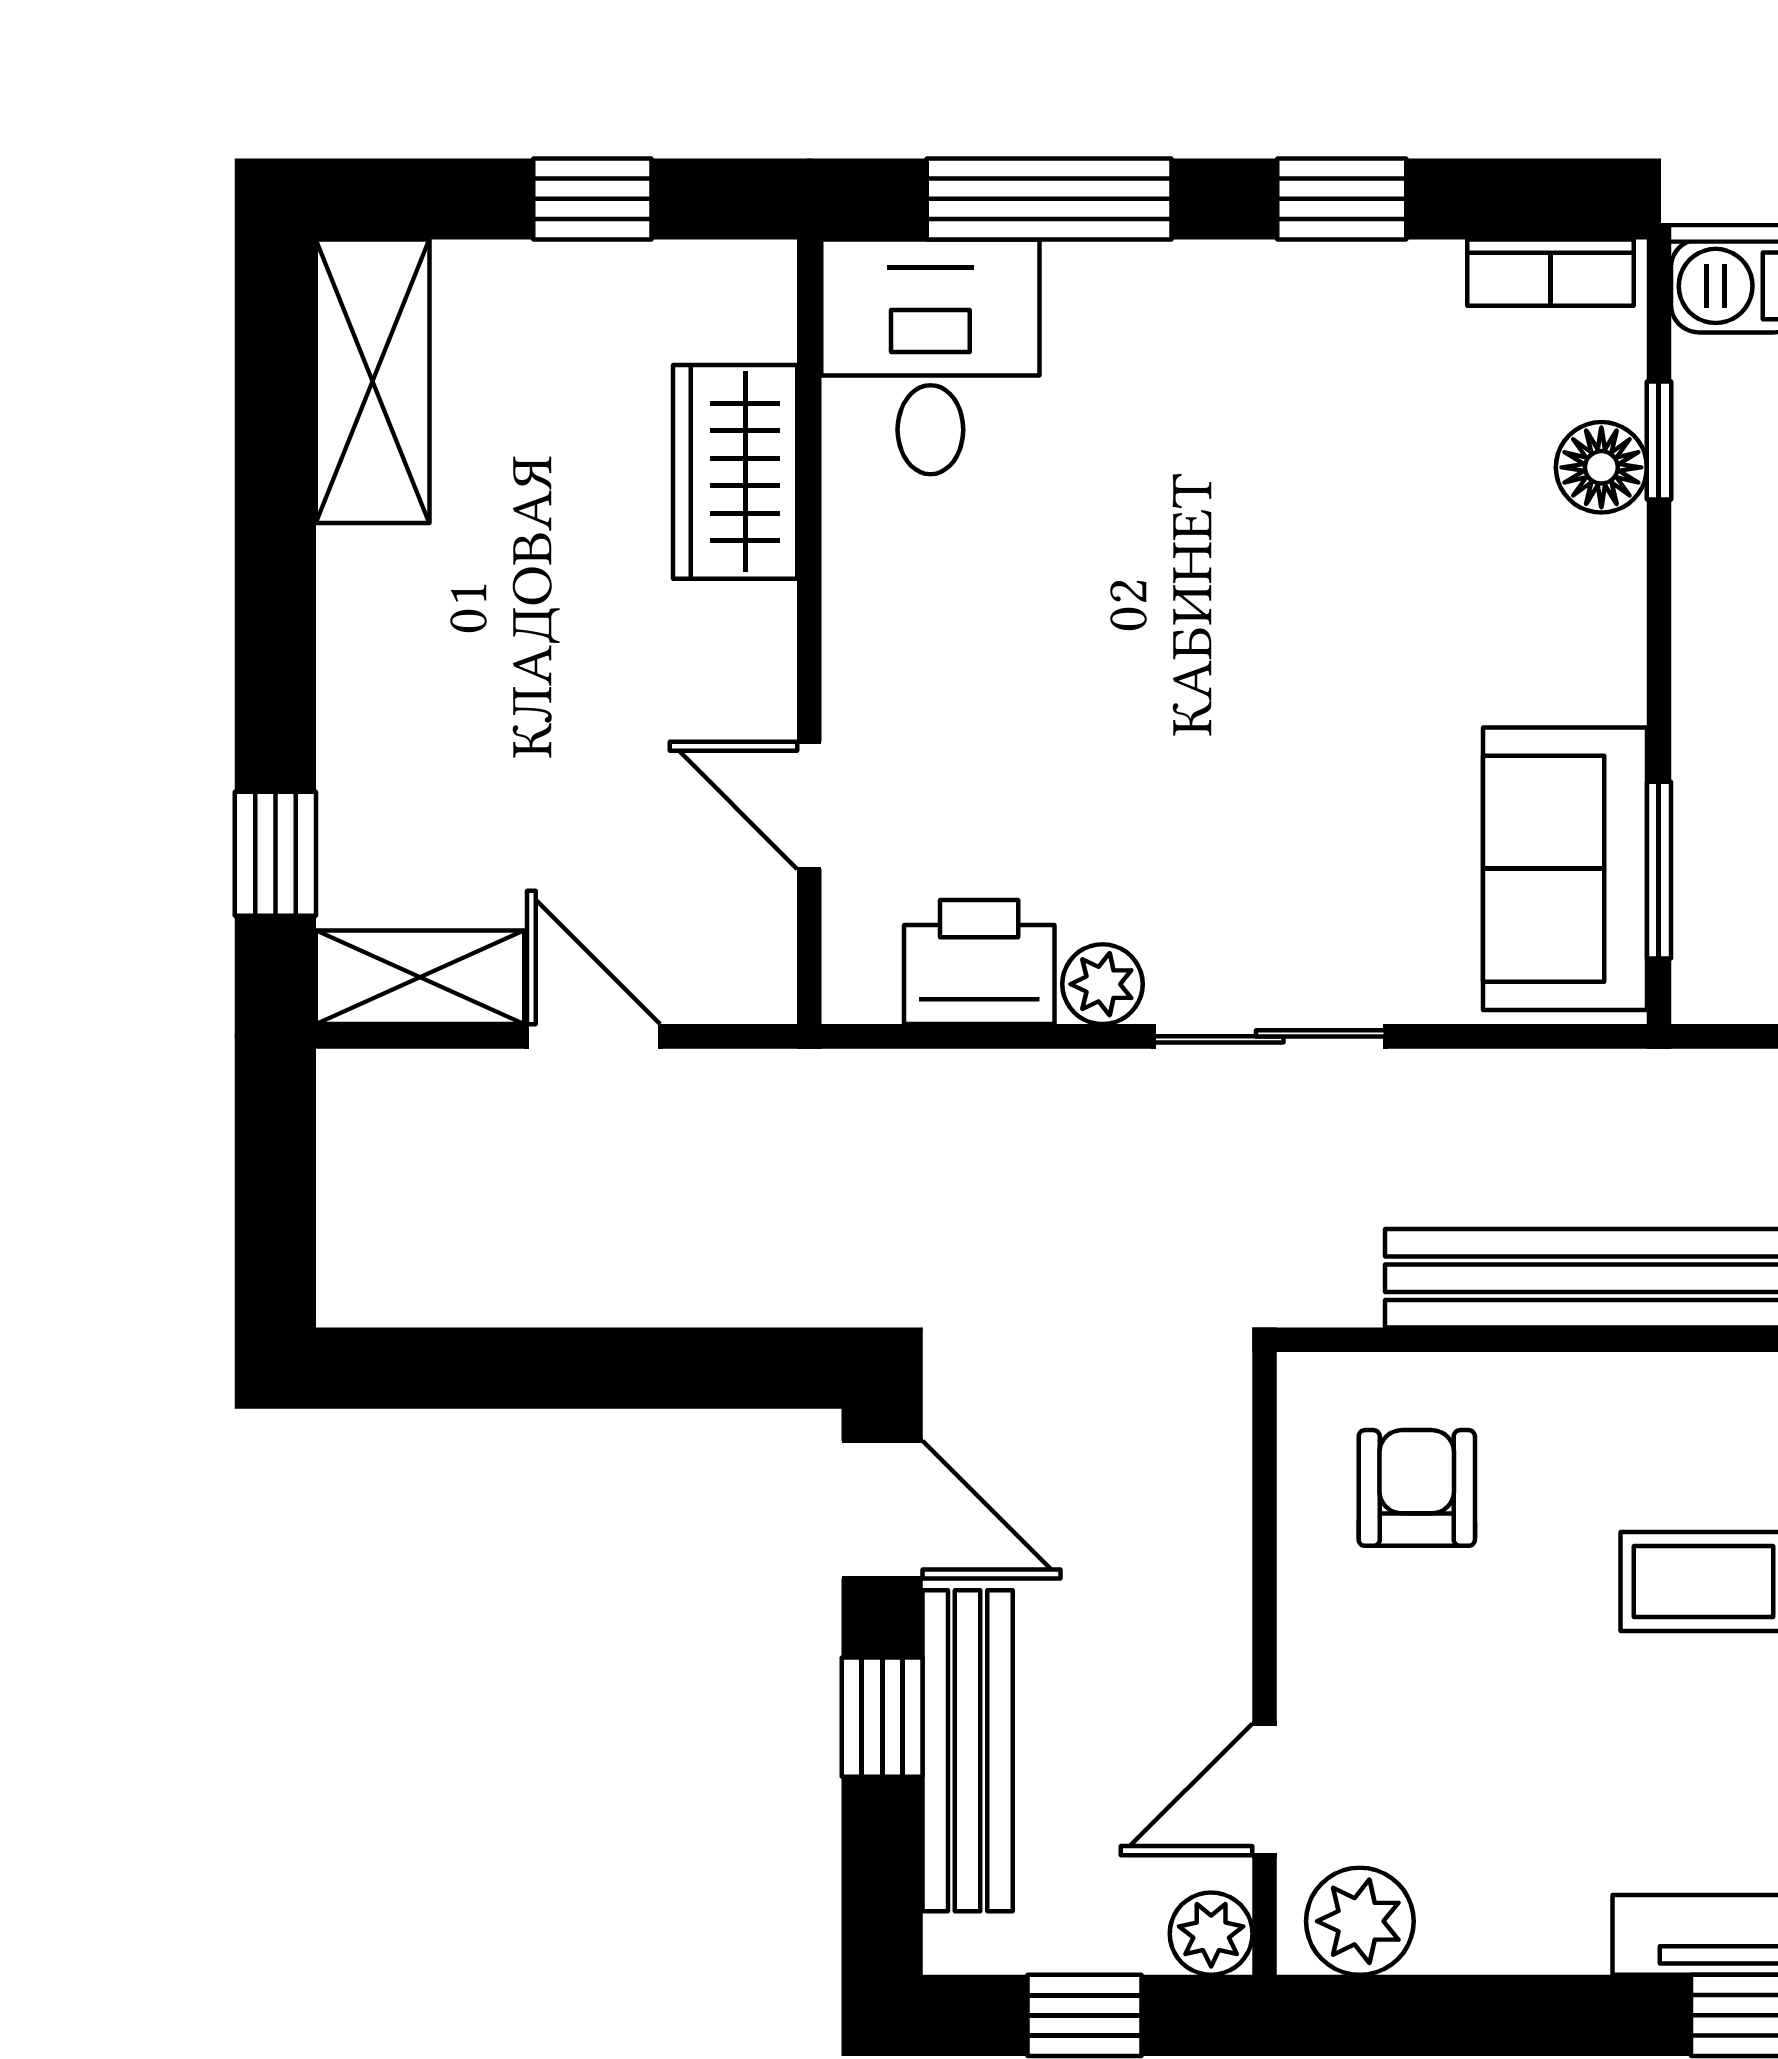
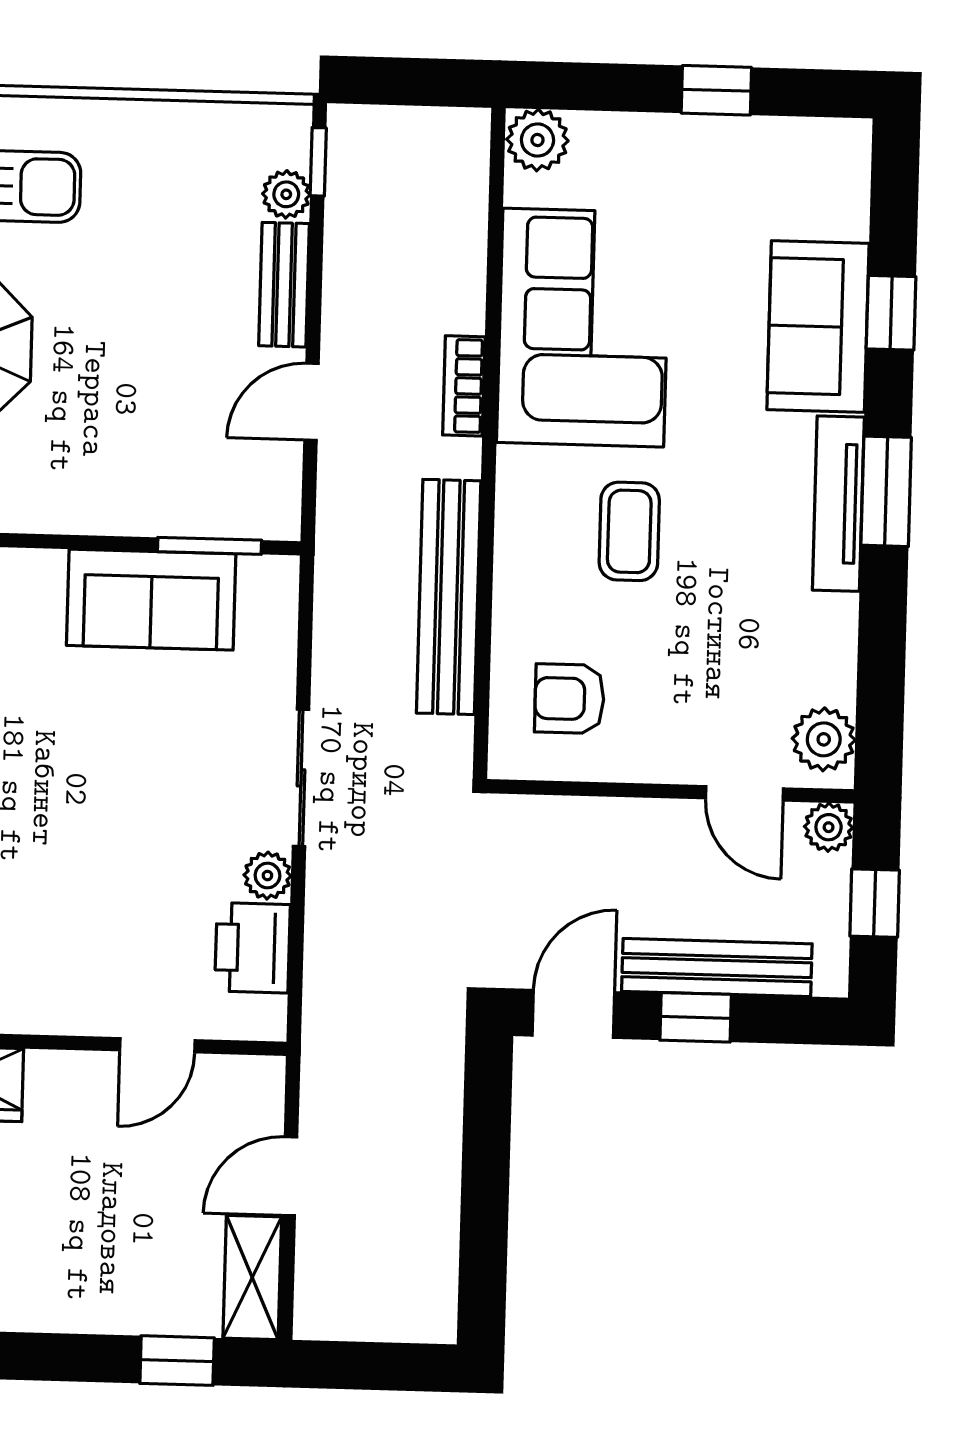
sofa: (1565, 869) -> (151, 600), moved

